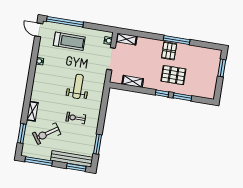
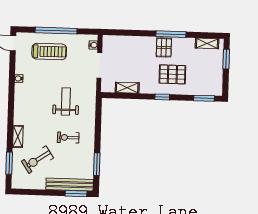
window: (65, 22) -> (56, 31), moved
shelving: (127, 39) -> (207, 43), moved
window: (182, 97) -> (204, 98), moved
window: (39, 161) -> (33, 192), removed

